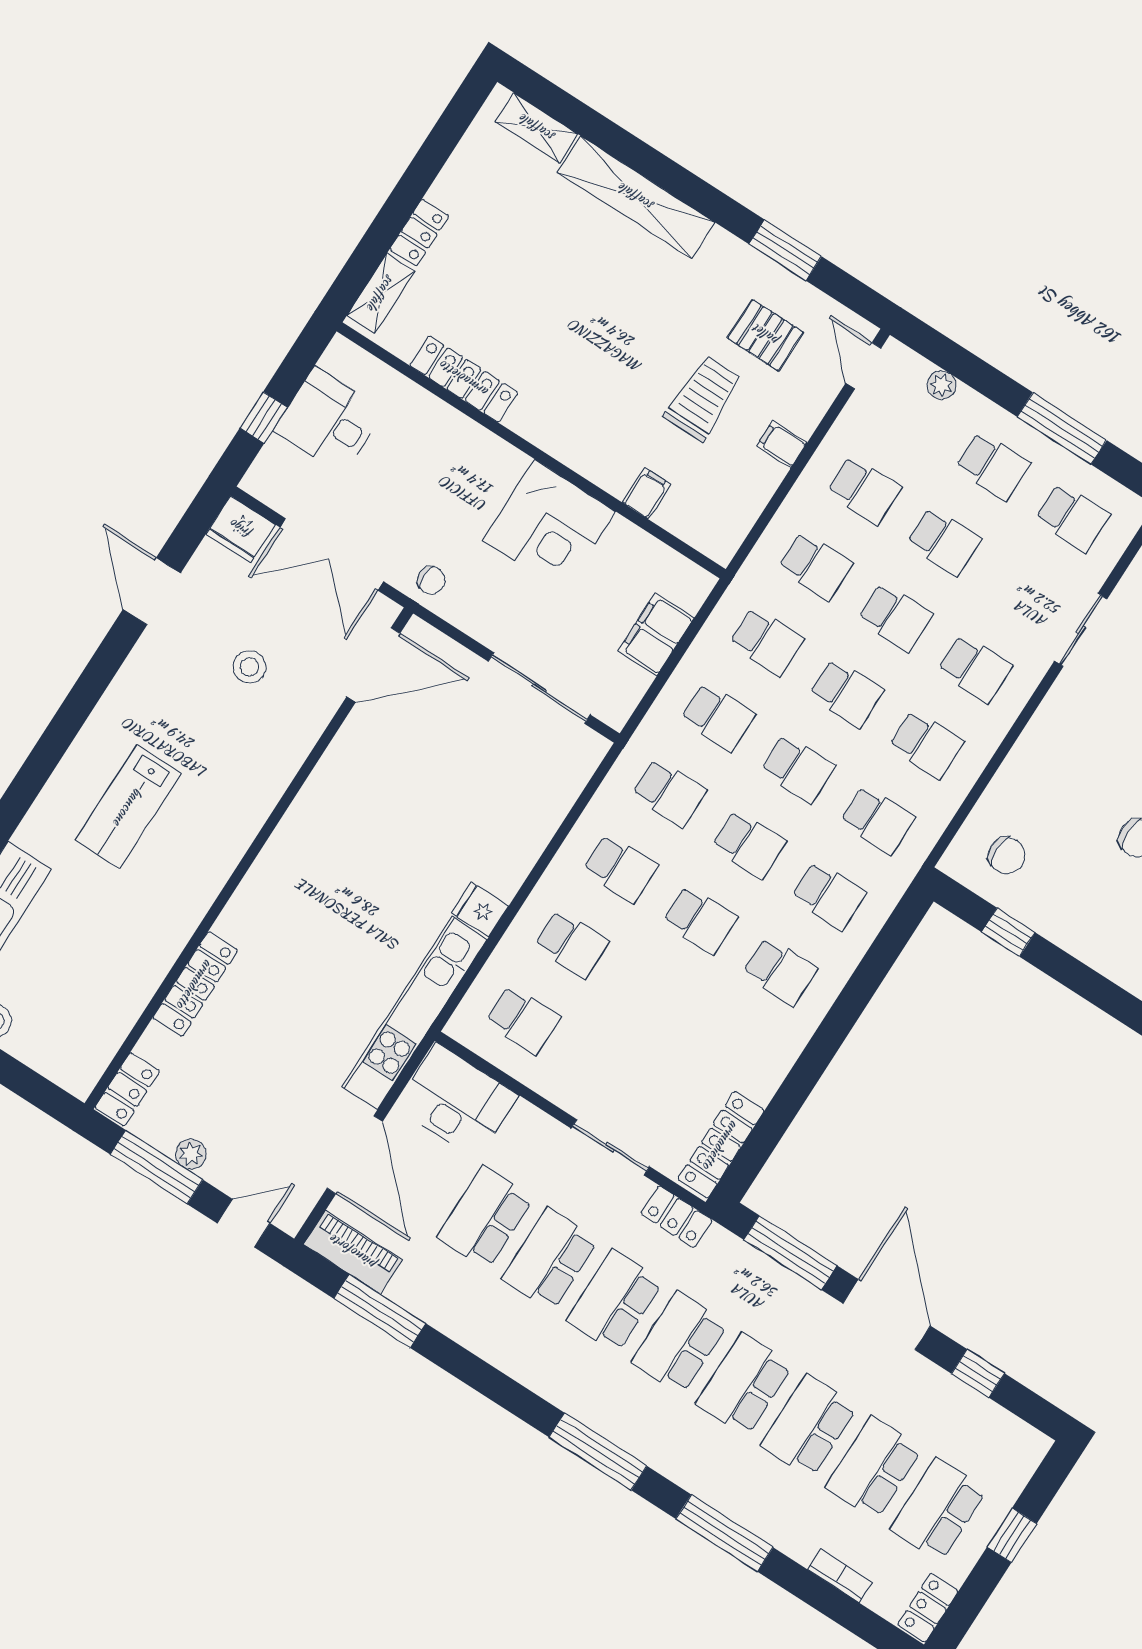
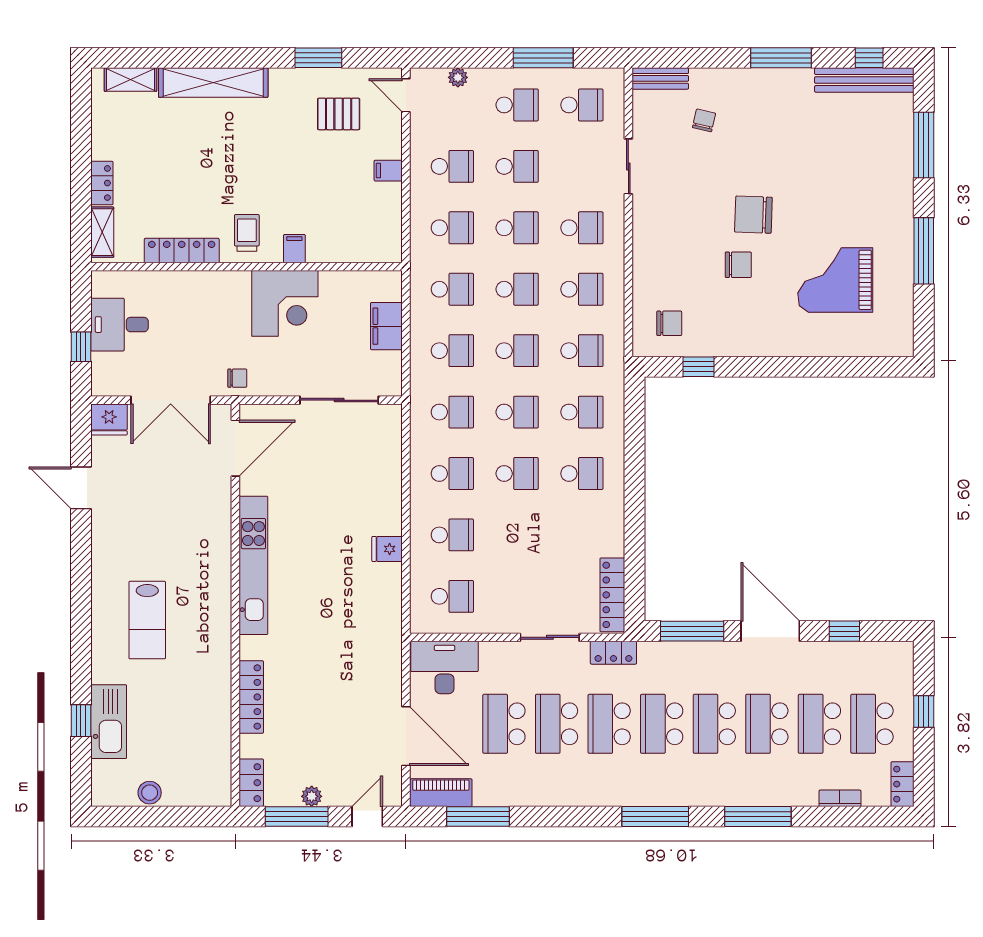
trolley: (703, 398) -> (247, 233), moved, width x0.73, depth x0.72
filing cabinet: (647, 493) -> (294, 249), moved
stool: (249, 667) -> (165, 495), removed
kitchen unit: (415, 1013) -> (253, 565), moved, turned 180

